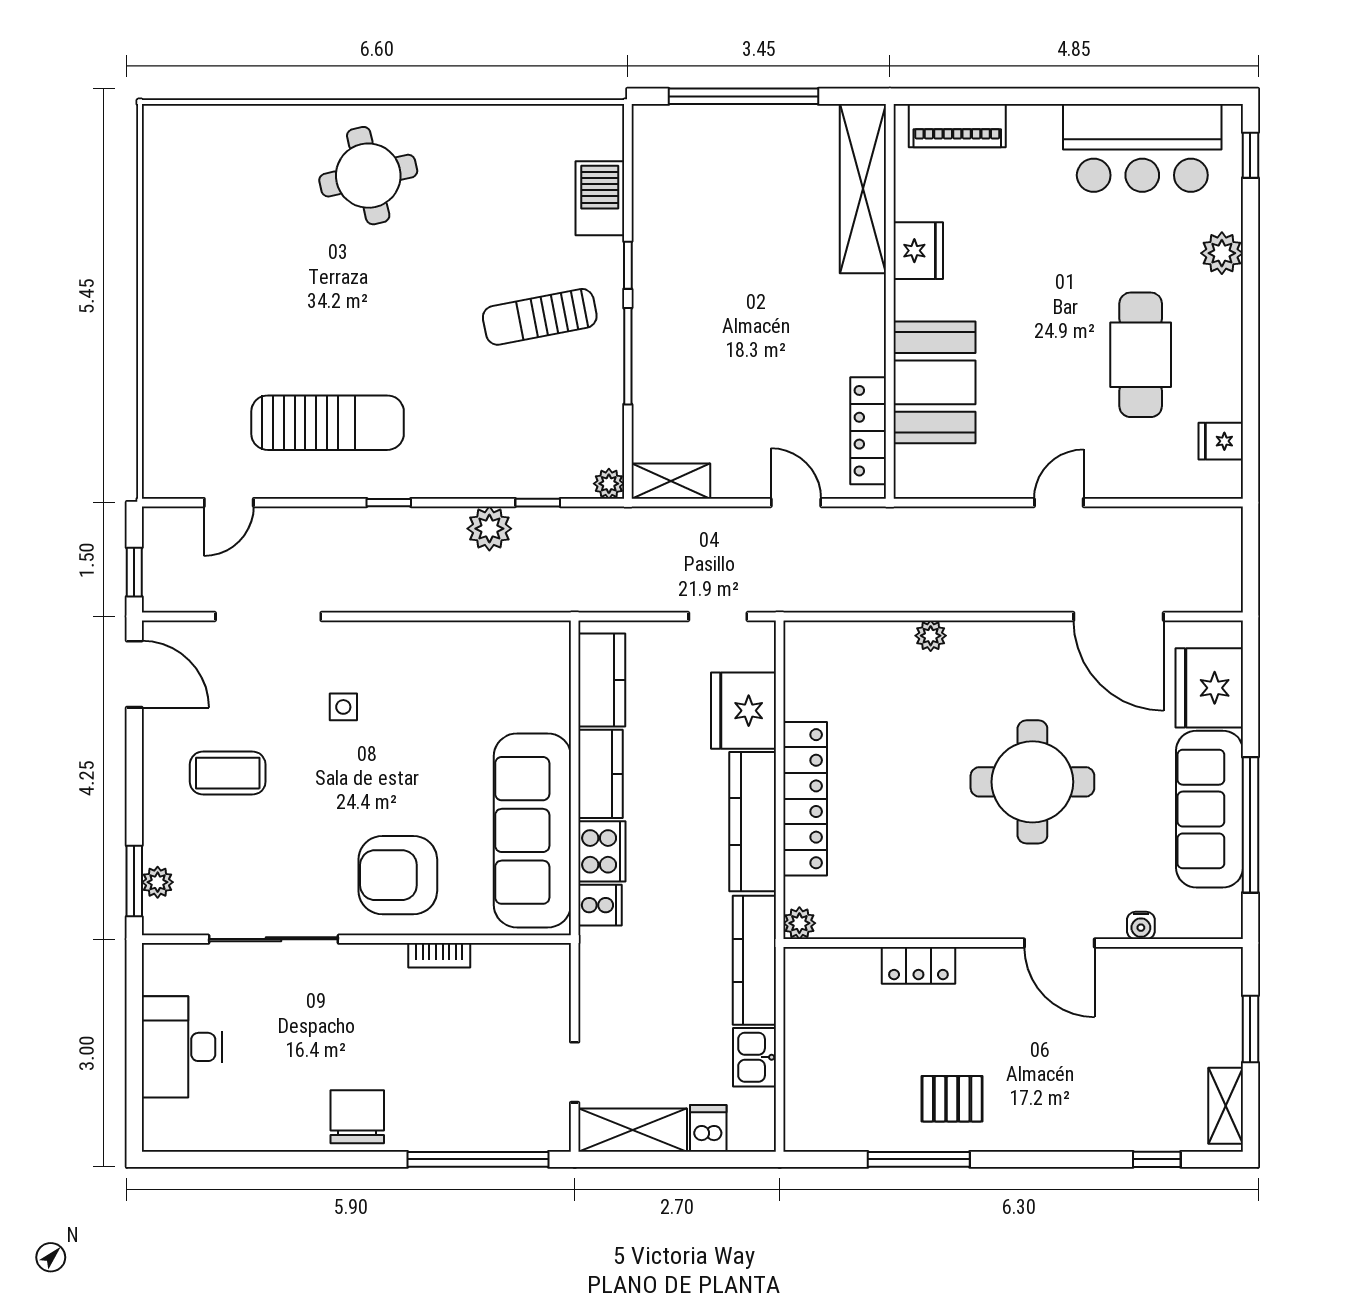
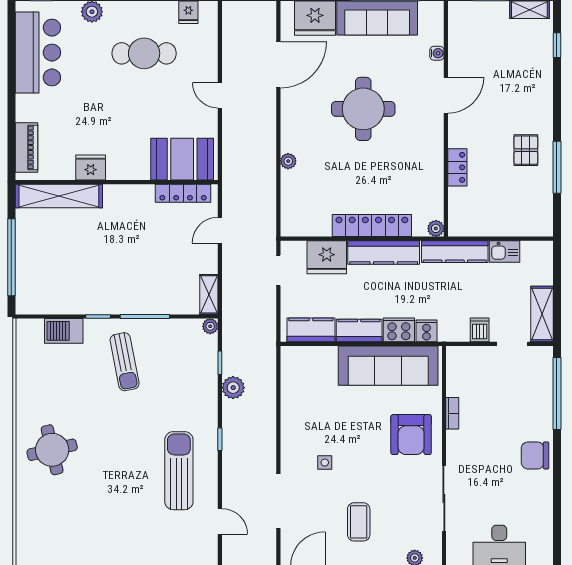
booth: (934, 382) -> (182, 159), moved
dishwasher: (708, 1128) -> (480, 330), moved, turned 90

